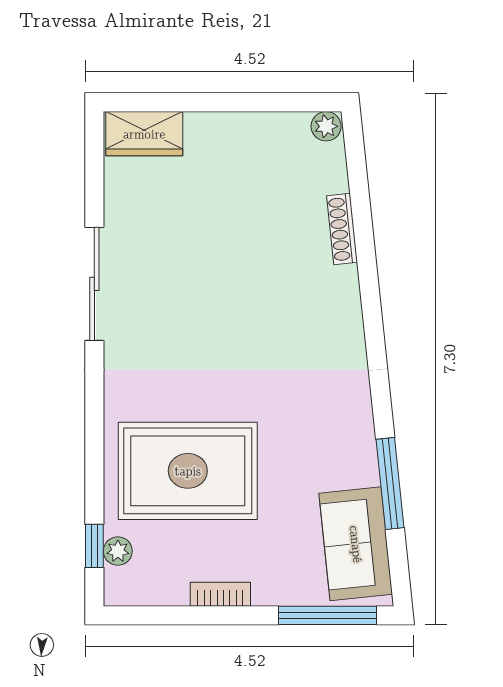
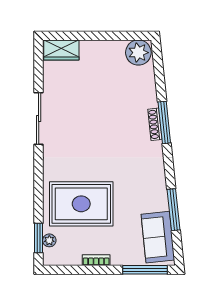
plant: (326, 126) -> (138, 53), width x1.87, depth x1.87
shoe rack: (342, 229) -> (155, 124), moved
window: (370, 292) -> (164, 122), added
window: (94, 546) -> (39, 238), width x1.50

